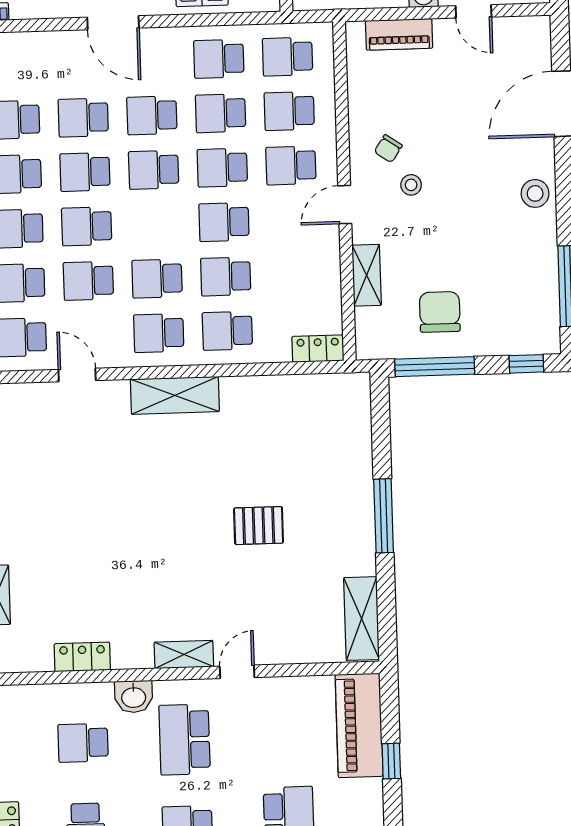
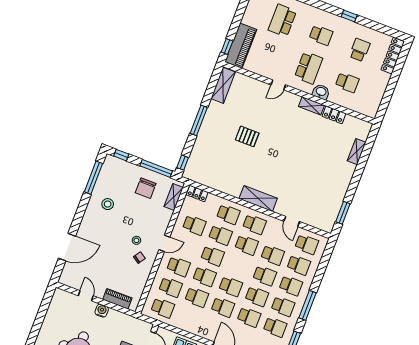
school desk: (219, 59) -> (194, 225), moved
stool: (535, 193) -> (108, 204), moved
shelving: (367, 275) -> (174, 197), moved
window: (380, 405) -> (183, 163), added
shelving: (184, 654) -> (311, 106), moved
window: (391, 761) -> (227, 47), moved

